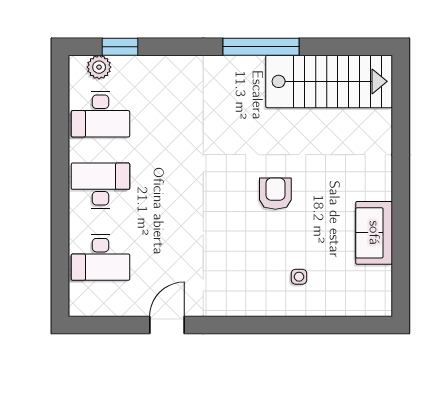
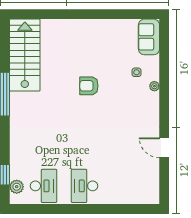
sofa: (374, 233) -> (149, 37), moved, turned 90
desk: (100, 257) -> (126, 186), removed
plant: (275, 308) -> (154, 86), added

